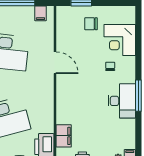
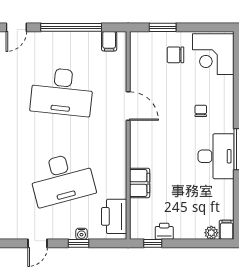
corner desk: (120, 40) -> (213, 54), moved
filing cabinet: (64, 136) -> (140, 183), moved

